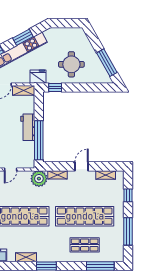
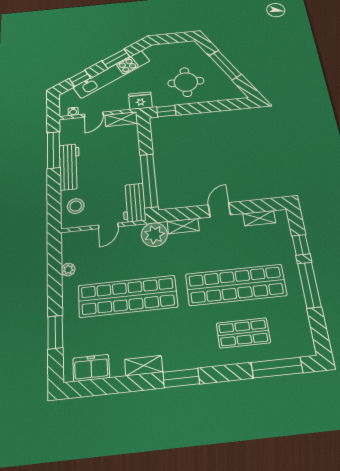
window: (107, 63) -> (225, 65), moved
workbench: (28, 127) -> (134, 203), moved
window: (128, 231) -> (309, 285), moved

